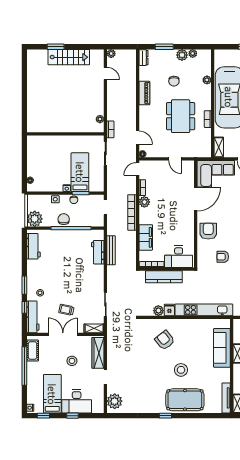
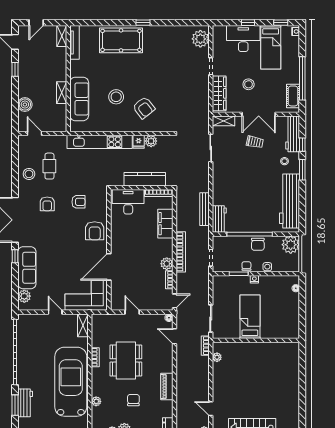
bed: (80, 172) -> (250, 317), moved, turned 180
workbench: (33, 246) -> (290, 201), width x1.88, depth x1.32
workbench: (98, 252) -> (219, 219), moved
stool: (181, 370) -> (116, 97), moved

